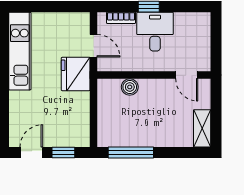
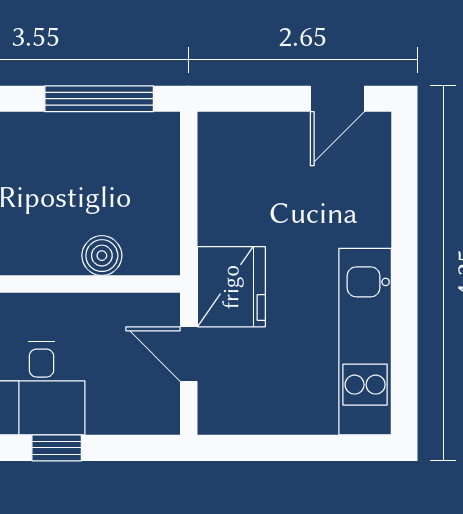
bookcase: (121, 18) -> (123, 421), removed
window: (63, 153) -> (261, 99), removed

